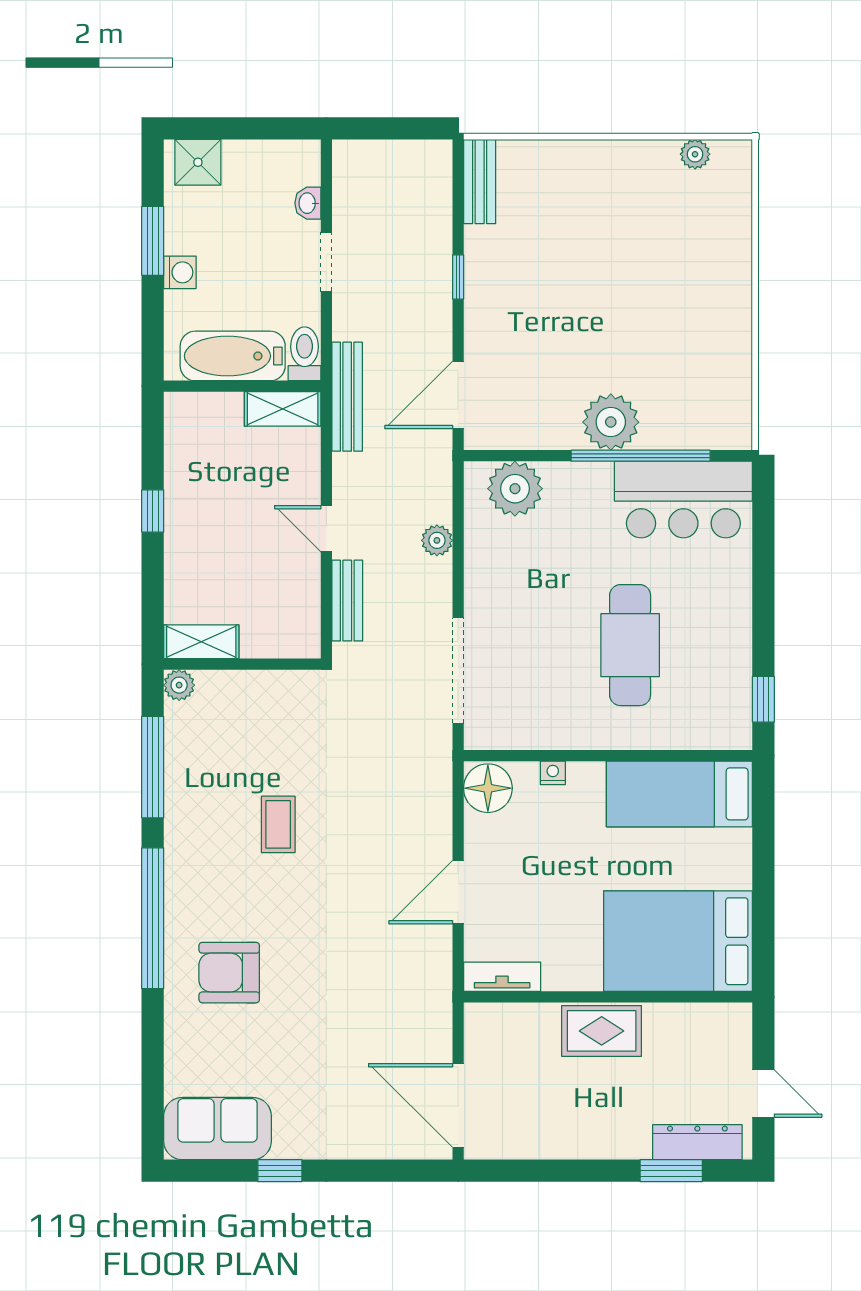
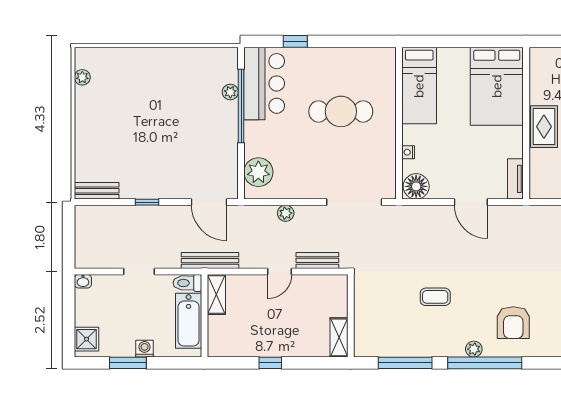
washbasin: (308, 203) -> (83, 281), moved
plant: (611, 422) -> (230, 92), moved, width x0.53, depth x0.53
plant: (179, 685) -> (474, 349), moved
window: (763, 699) -> (295, 41), moved

